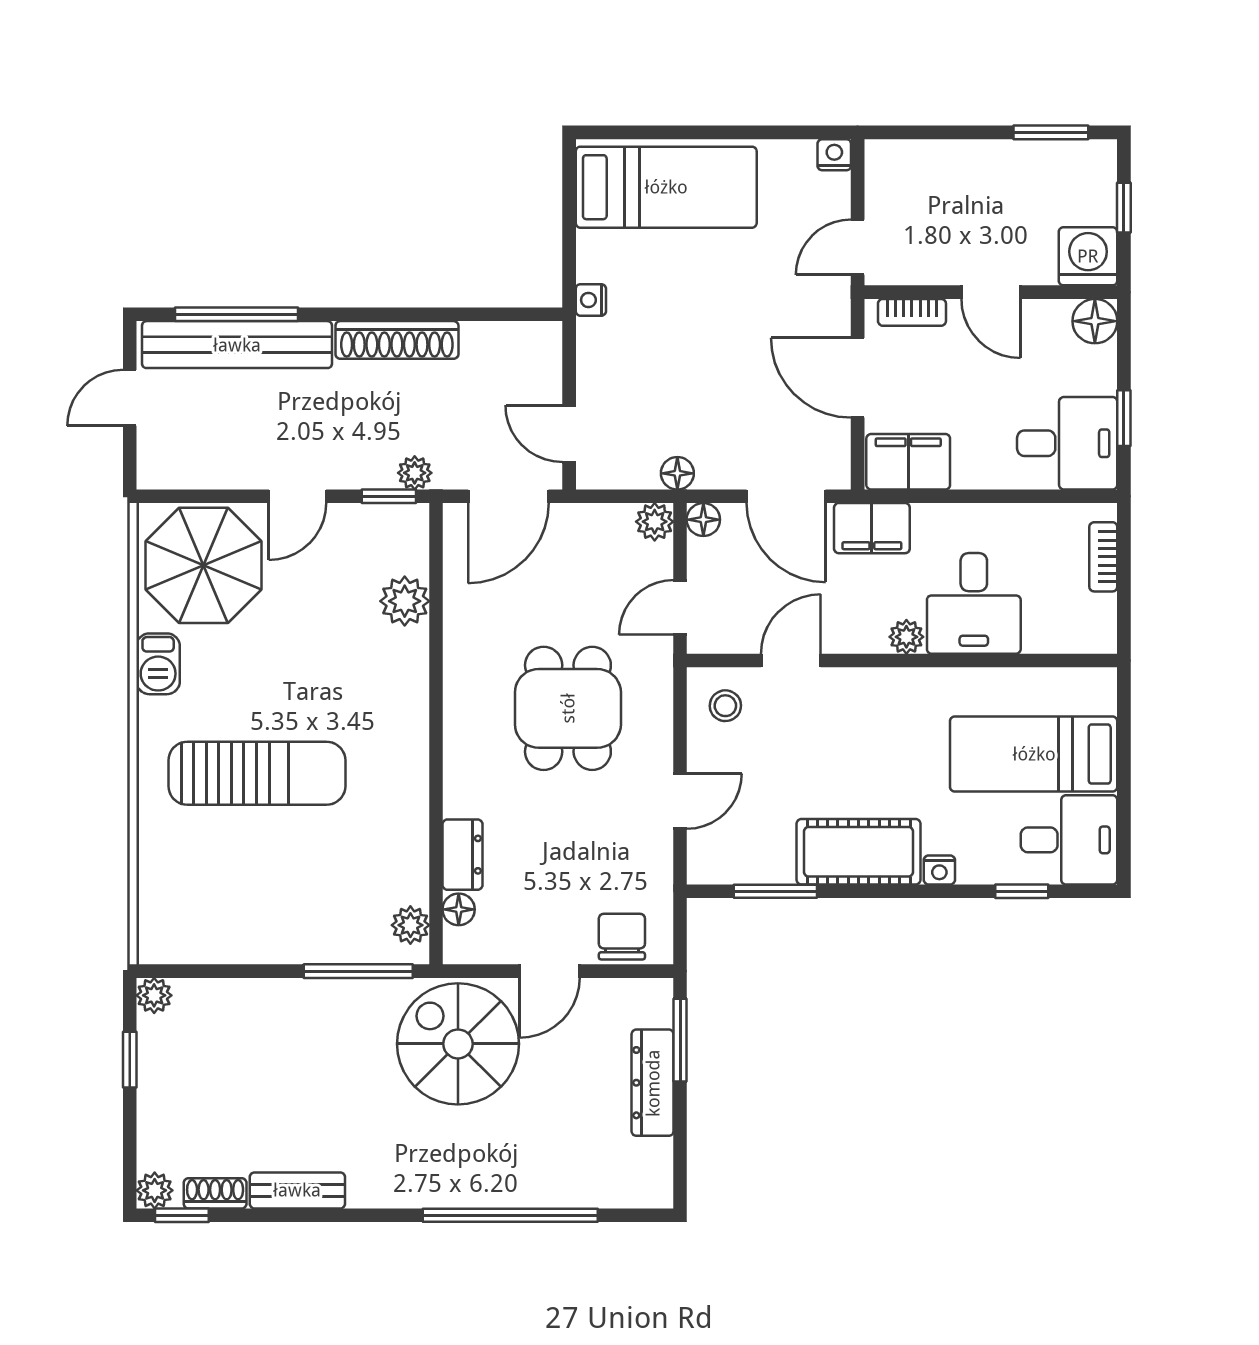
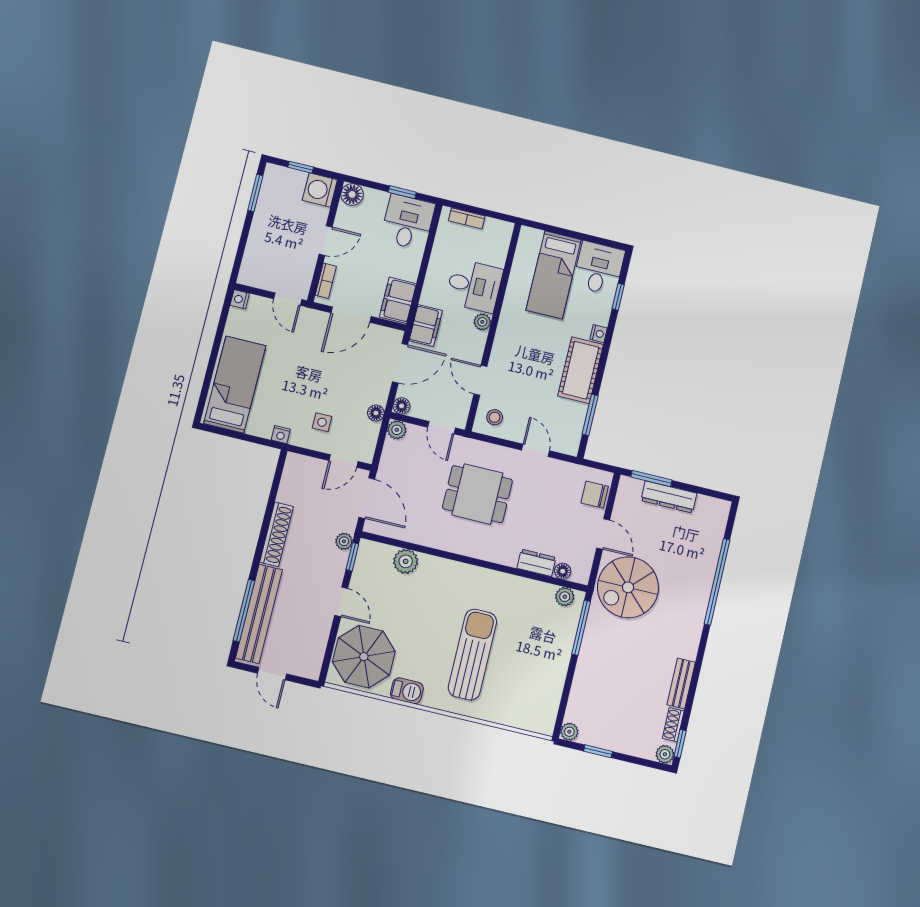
side table: (634, 374) -> (322, 422), added

